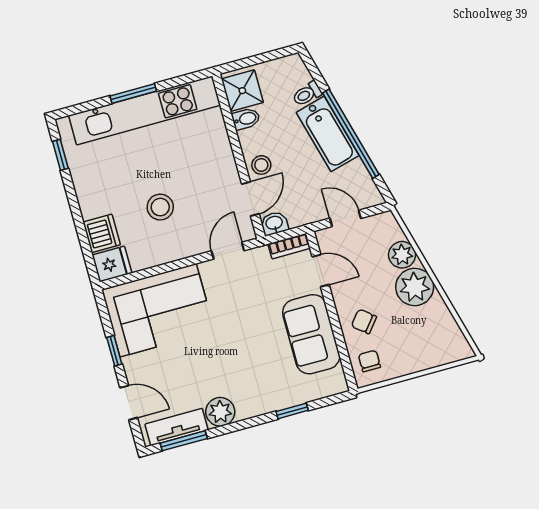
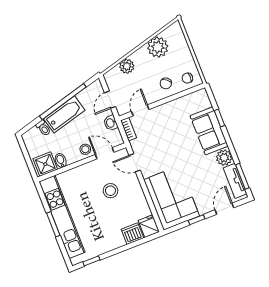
stool: (160, 207) -> (110, 191), moved
washbasin: (274, 223) -> (111, 123), moved
plant: (415, 287) -> (158, 47), moved
sofa: (311, 334) -> (209, 131), moved, turned 90

